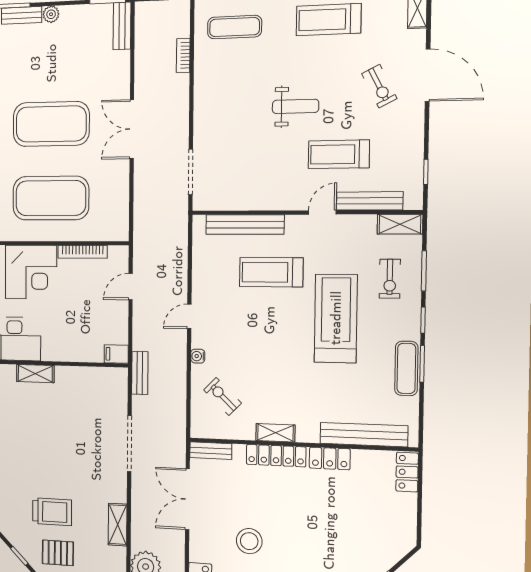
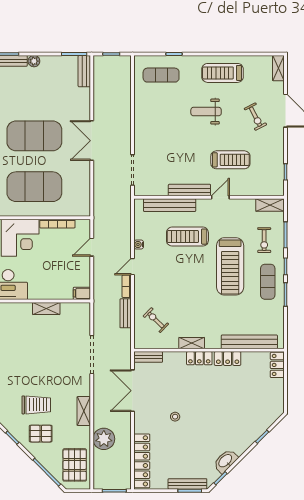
bookcase: (183, 55) -> (127, 286), moved
weight bench: (295, 106) -> (206, 112), moved, turned 180
treadmill: (339, 154) -> (230, 160), turned 180
bench: (370, 201) -> (189, 190), moved
treadmill: (336, 318) -> (230, 266), turned 180
water cooler: (198, 356) -> (139, 244), moved
exercise mat: (406, 368) -> (268, 282), moved
bench: (140, 373) -> (126, 313), moved
shelving: (35, 374) -> (46, 308), moved
locker: (276, 456) -> (199, 358), width x0.66
stool: (249, 541) -> (175, 417), width x0.53, depth x0.53

